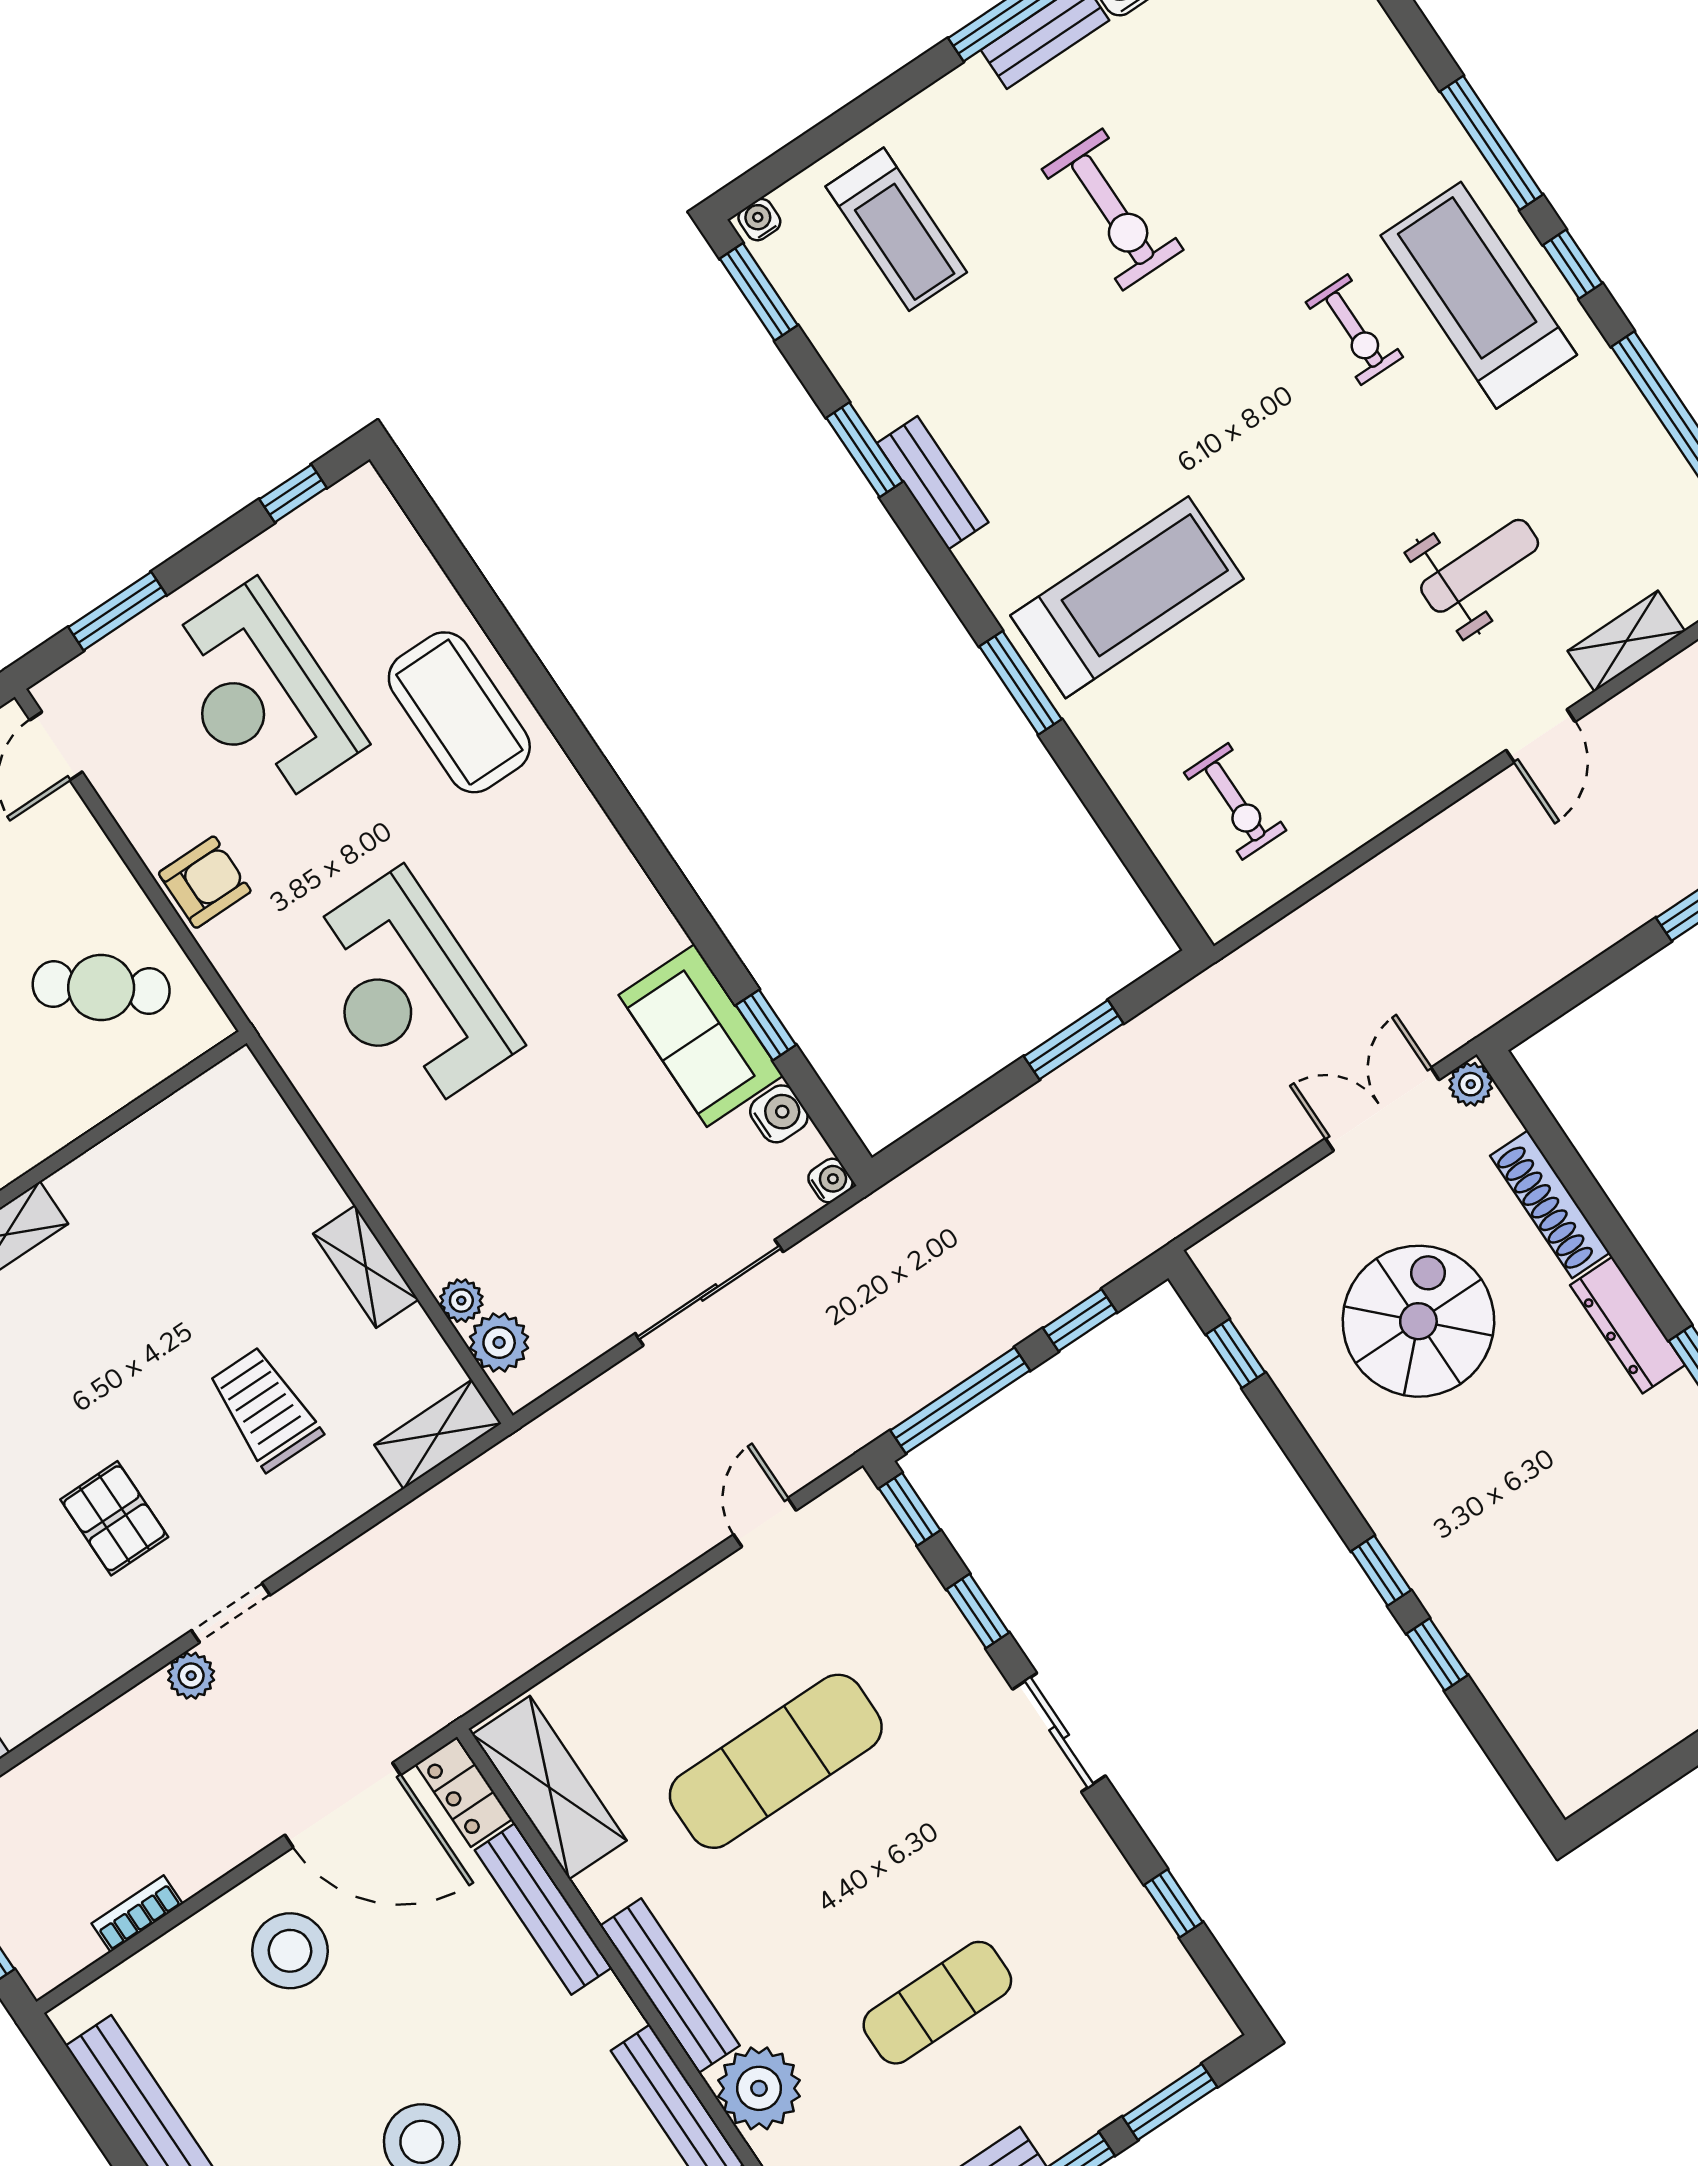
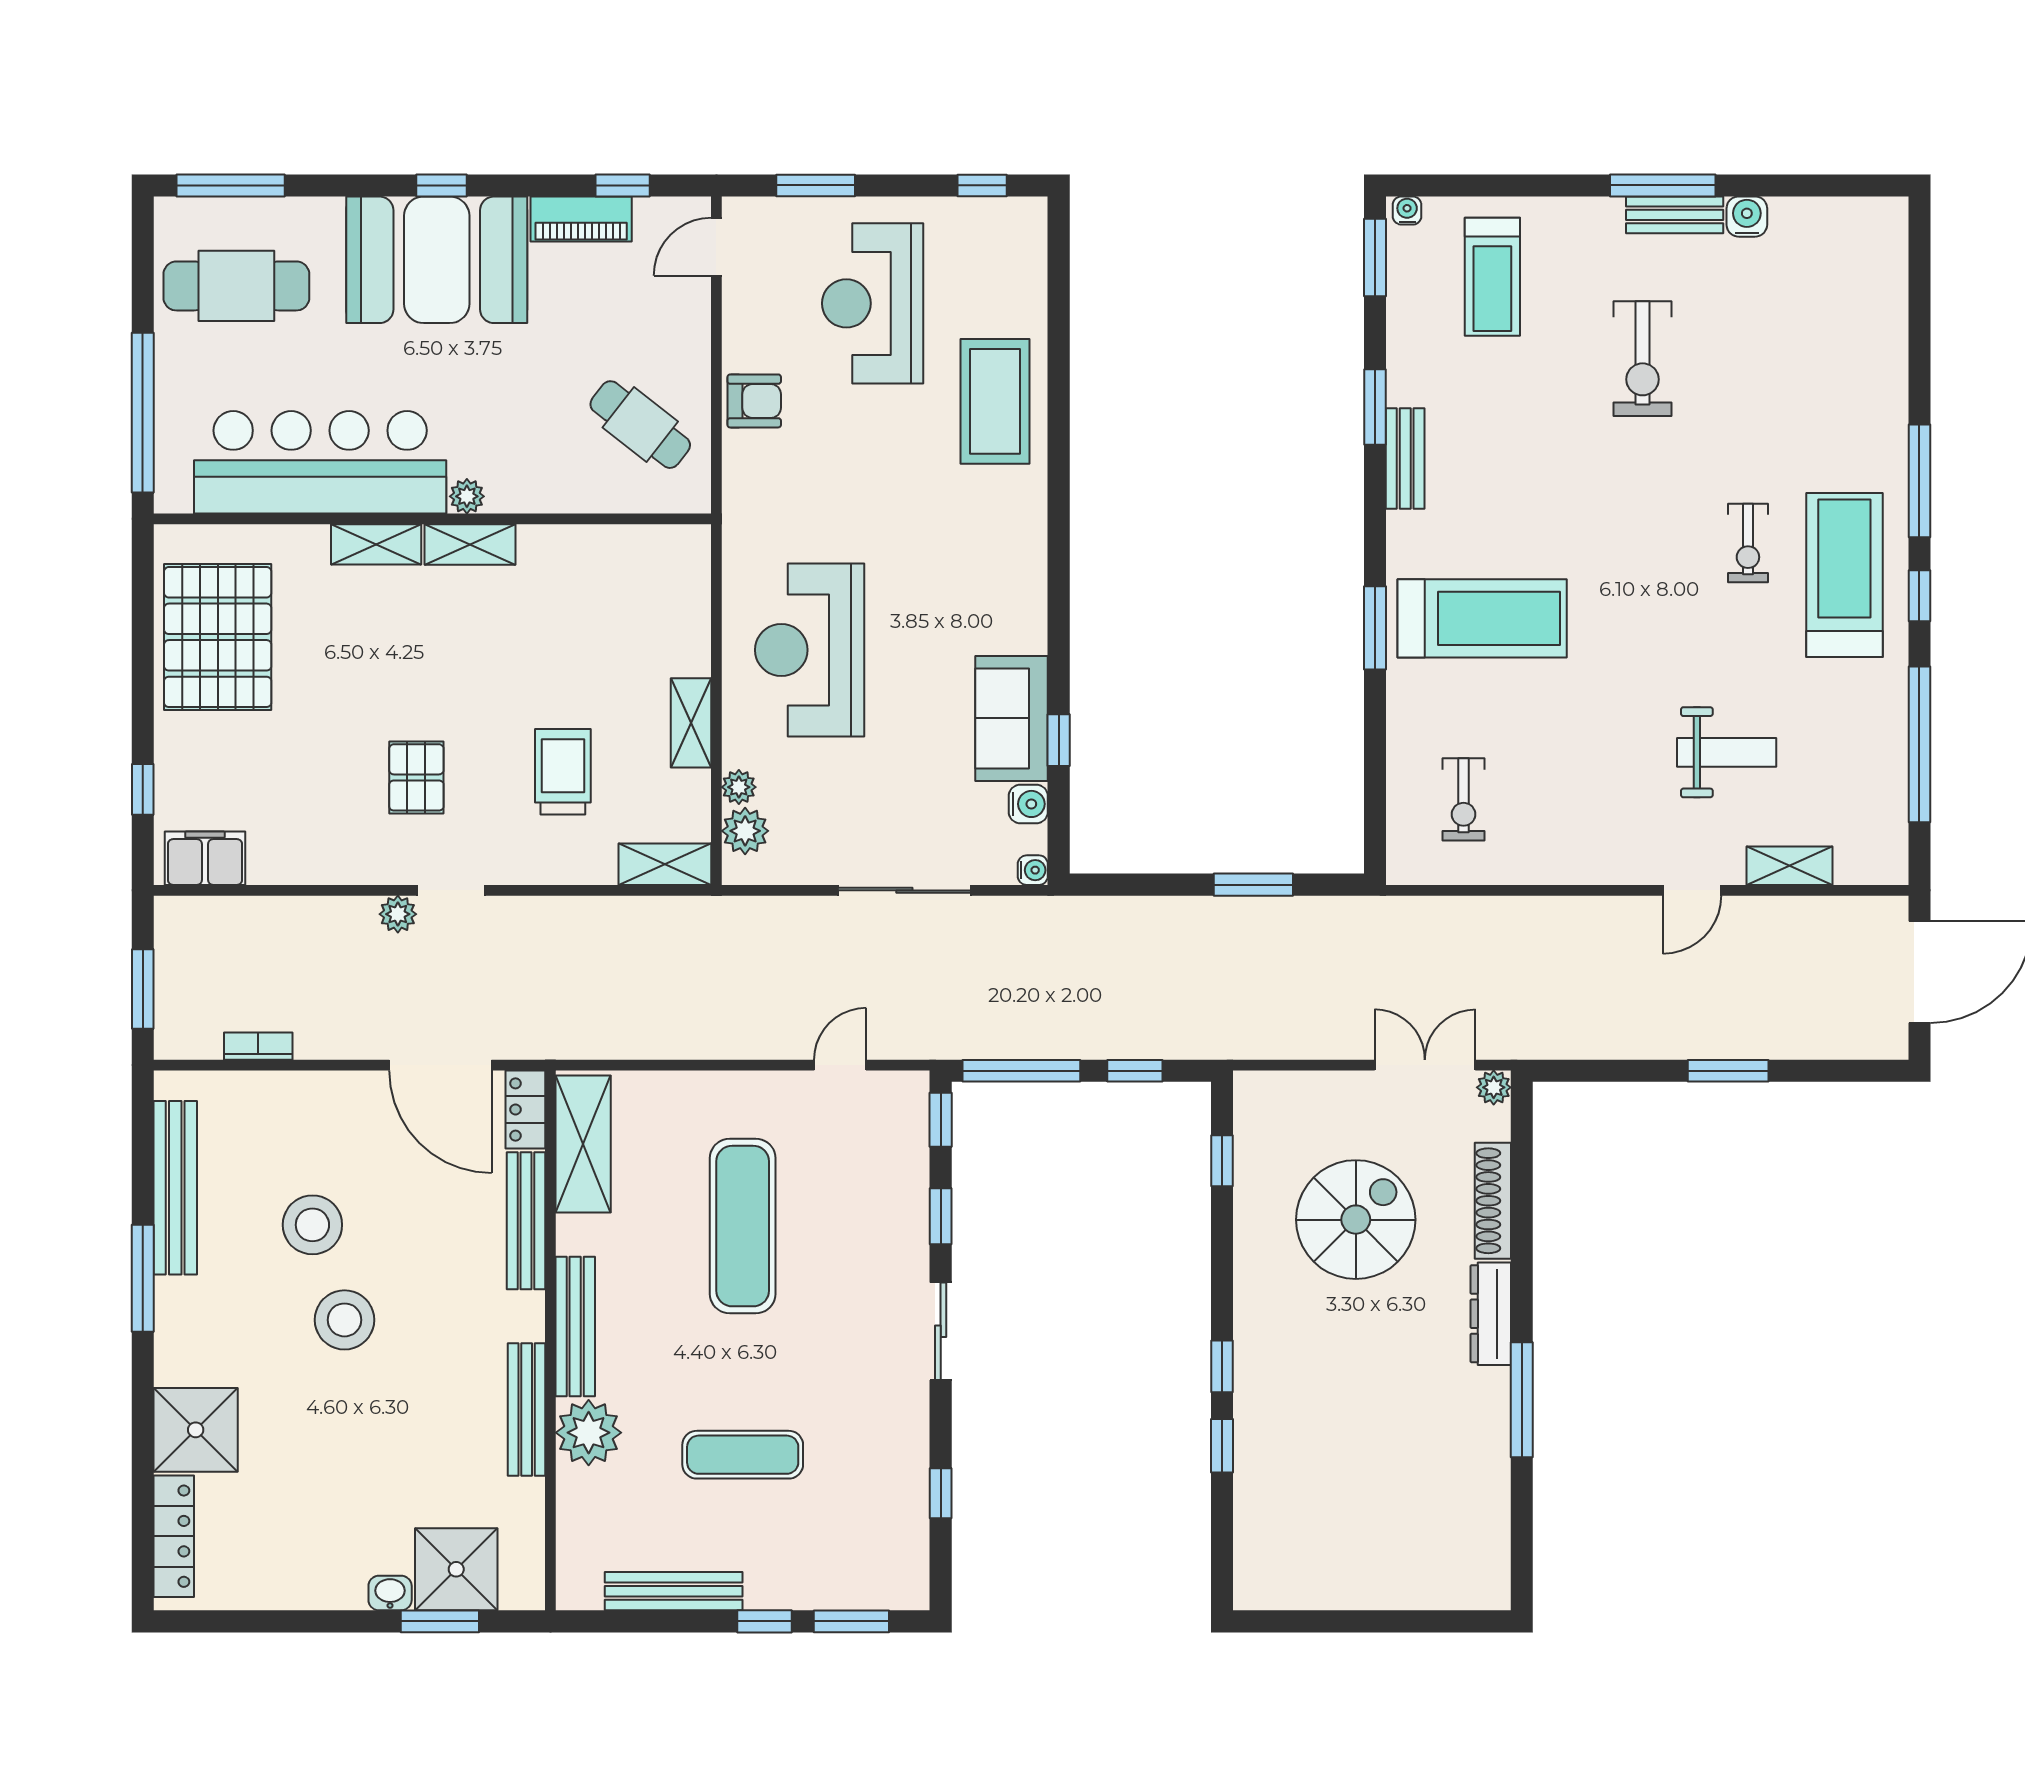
reception desk: (408, 993) -> (810, 650), moved
exercise mat: (776, 1761) -> (743, 1226), turned 90
stool: (290, 1951) -> (312, 1225), moved

